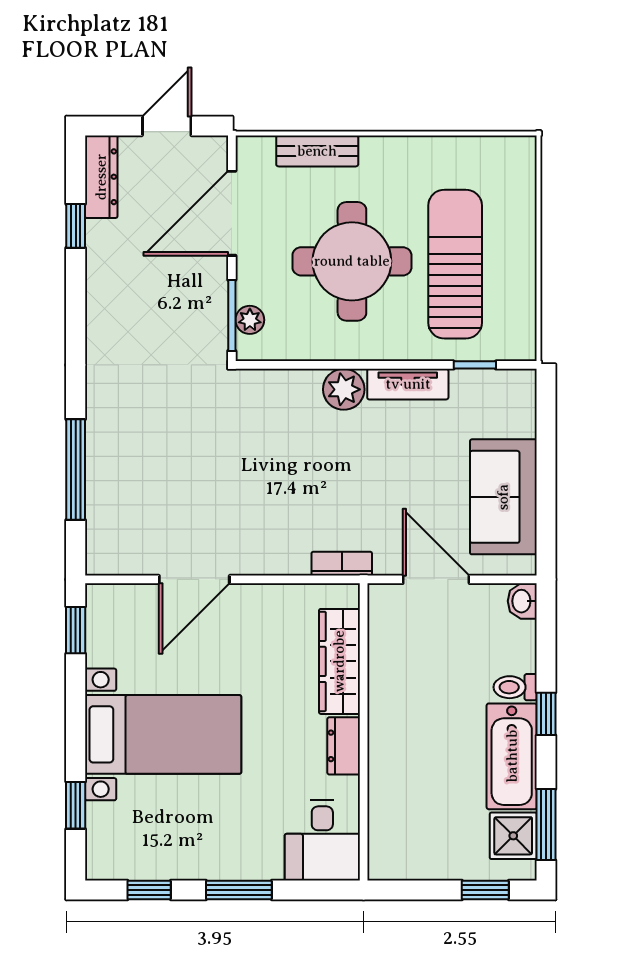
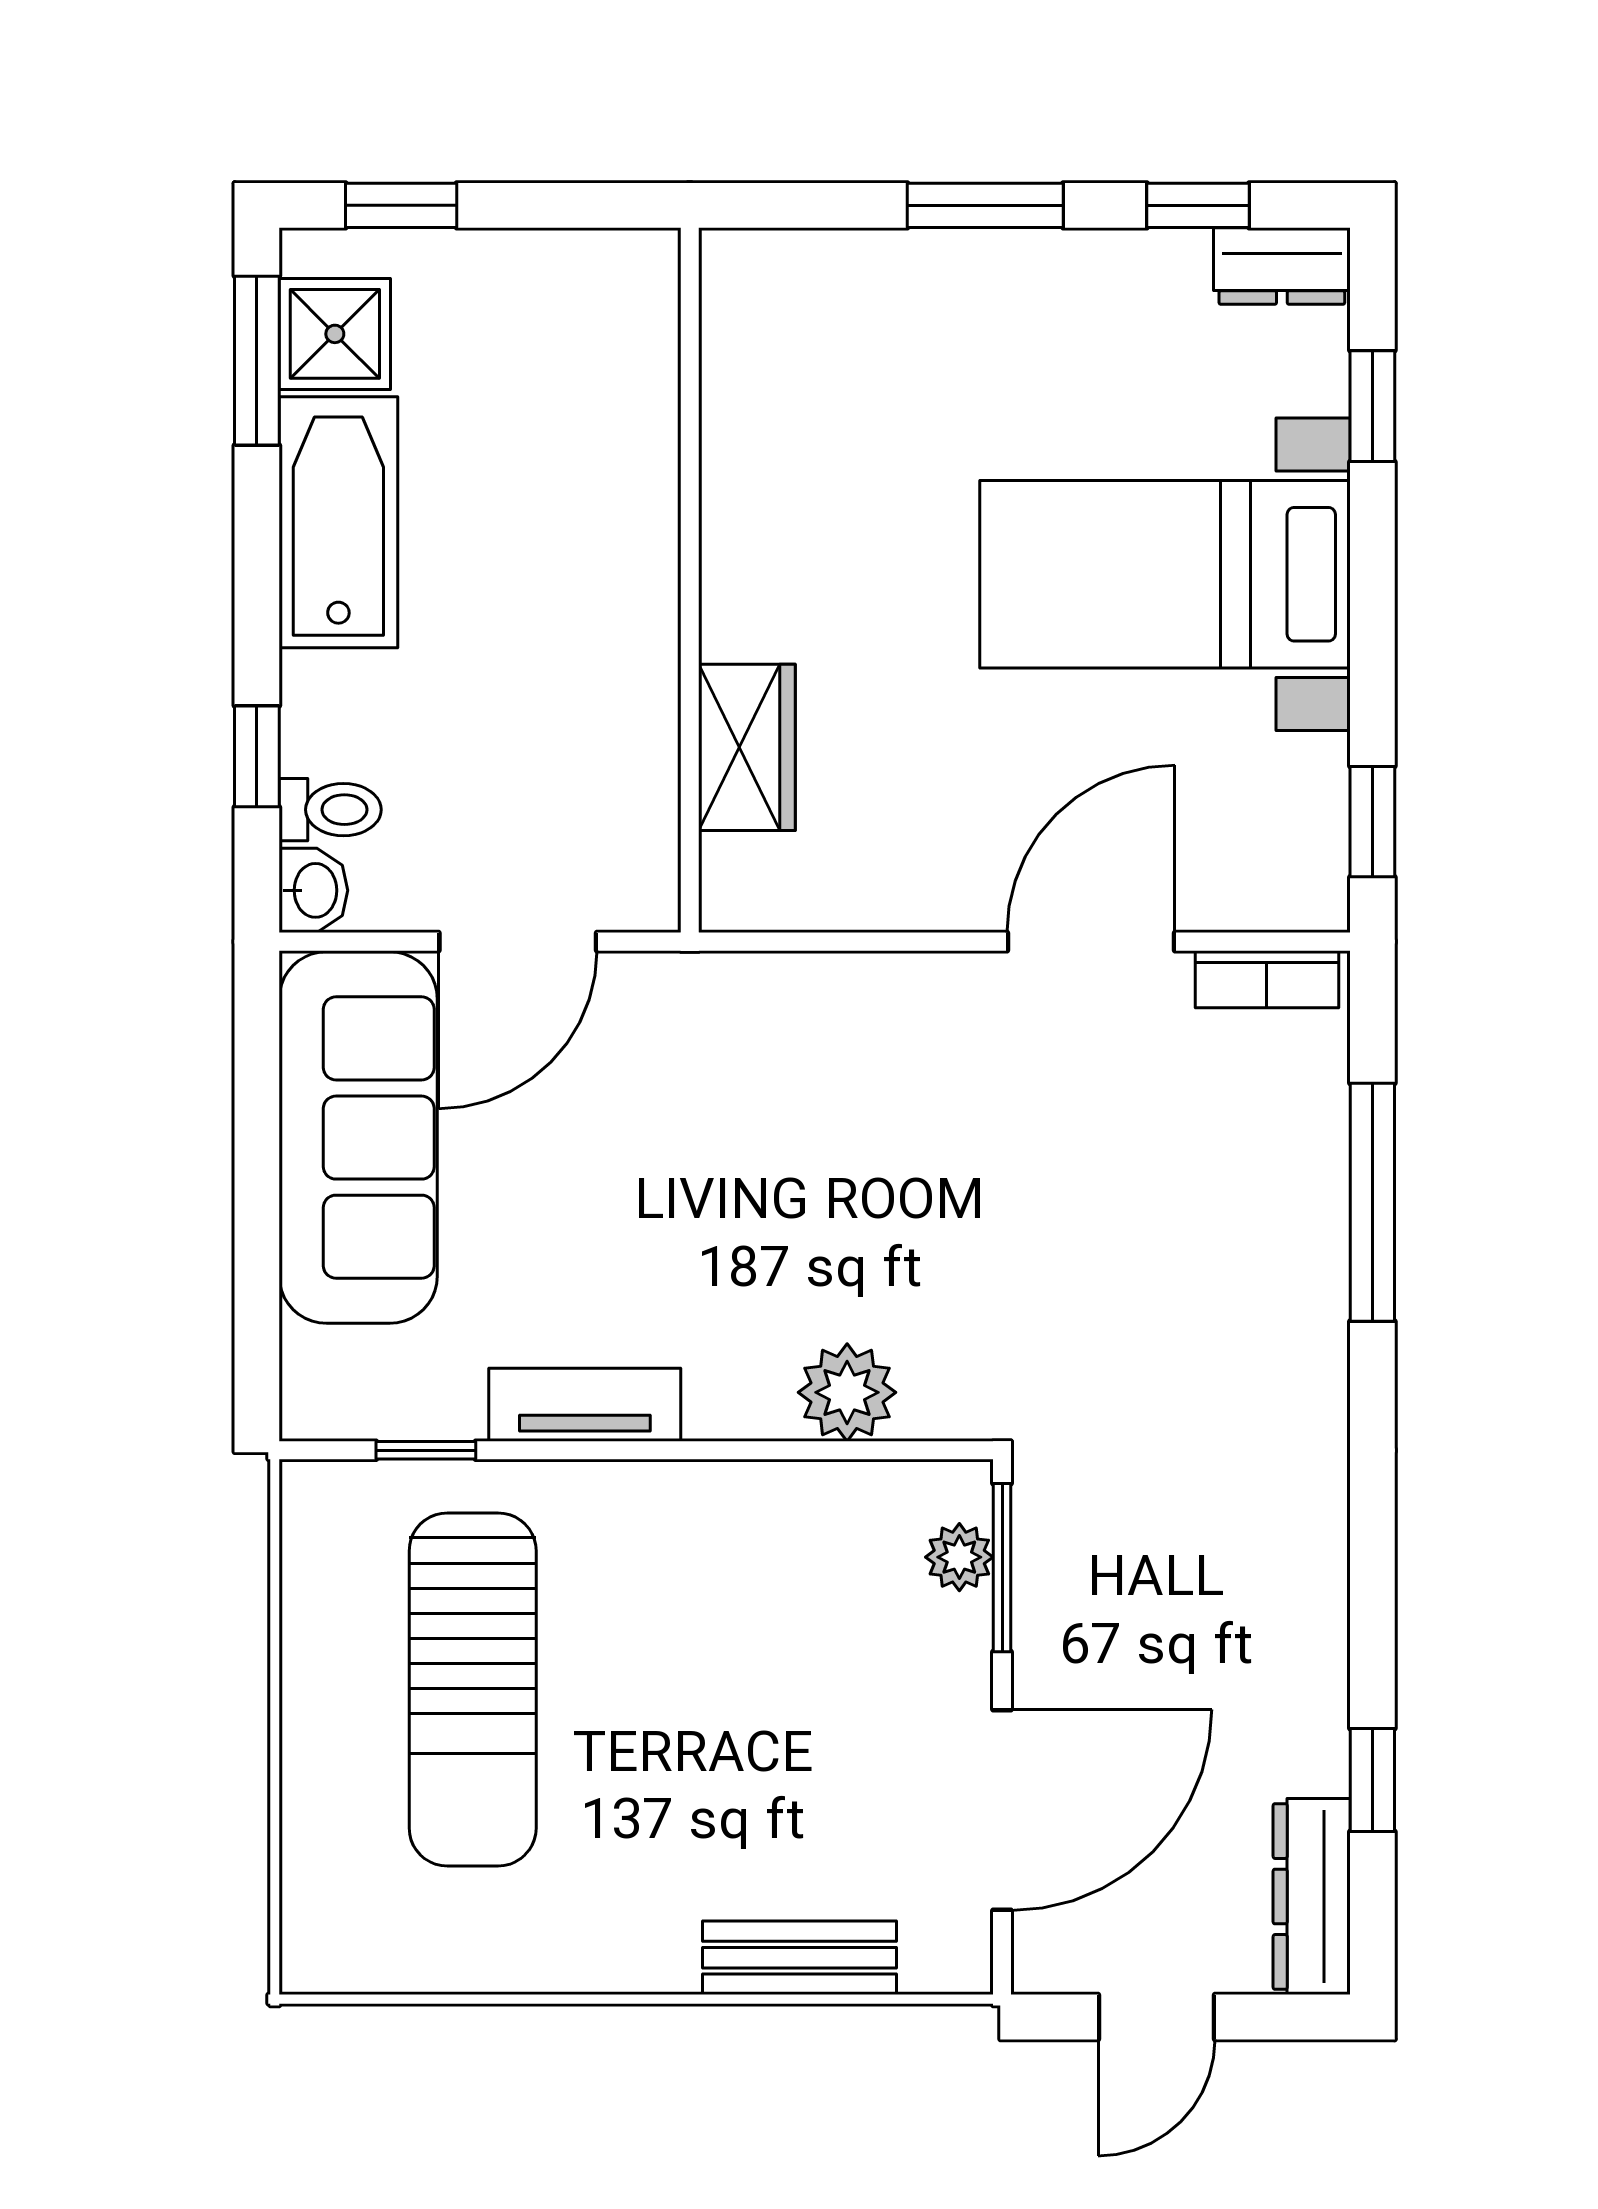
round table: (352, 261) -> (717, 1696), removed
plant: (344, 389) -> (847, 1392), moved
sofa: (503, 497) -> (358, 1138), width x1.36
bookcase: (342, 564) -> (1267, 979), moved
door: (436, 579) -> (518, 942), hinge flipped
wardrobe: (339, 661) -> (747, 747), width x0.67
toilet: (515, 687) -> (330, 810), moved
window: (546, 714) -> (257, 756), moved
dresser: (344, 746) -> (1282, 266), moved, turned 90
desk: (322, 840) -> (788, 324), removed

